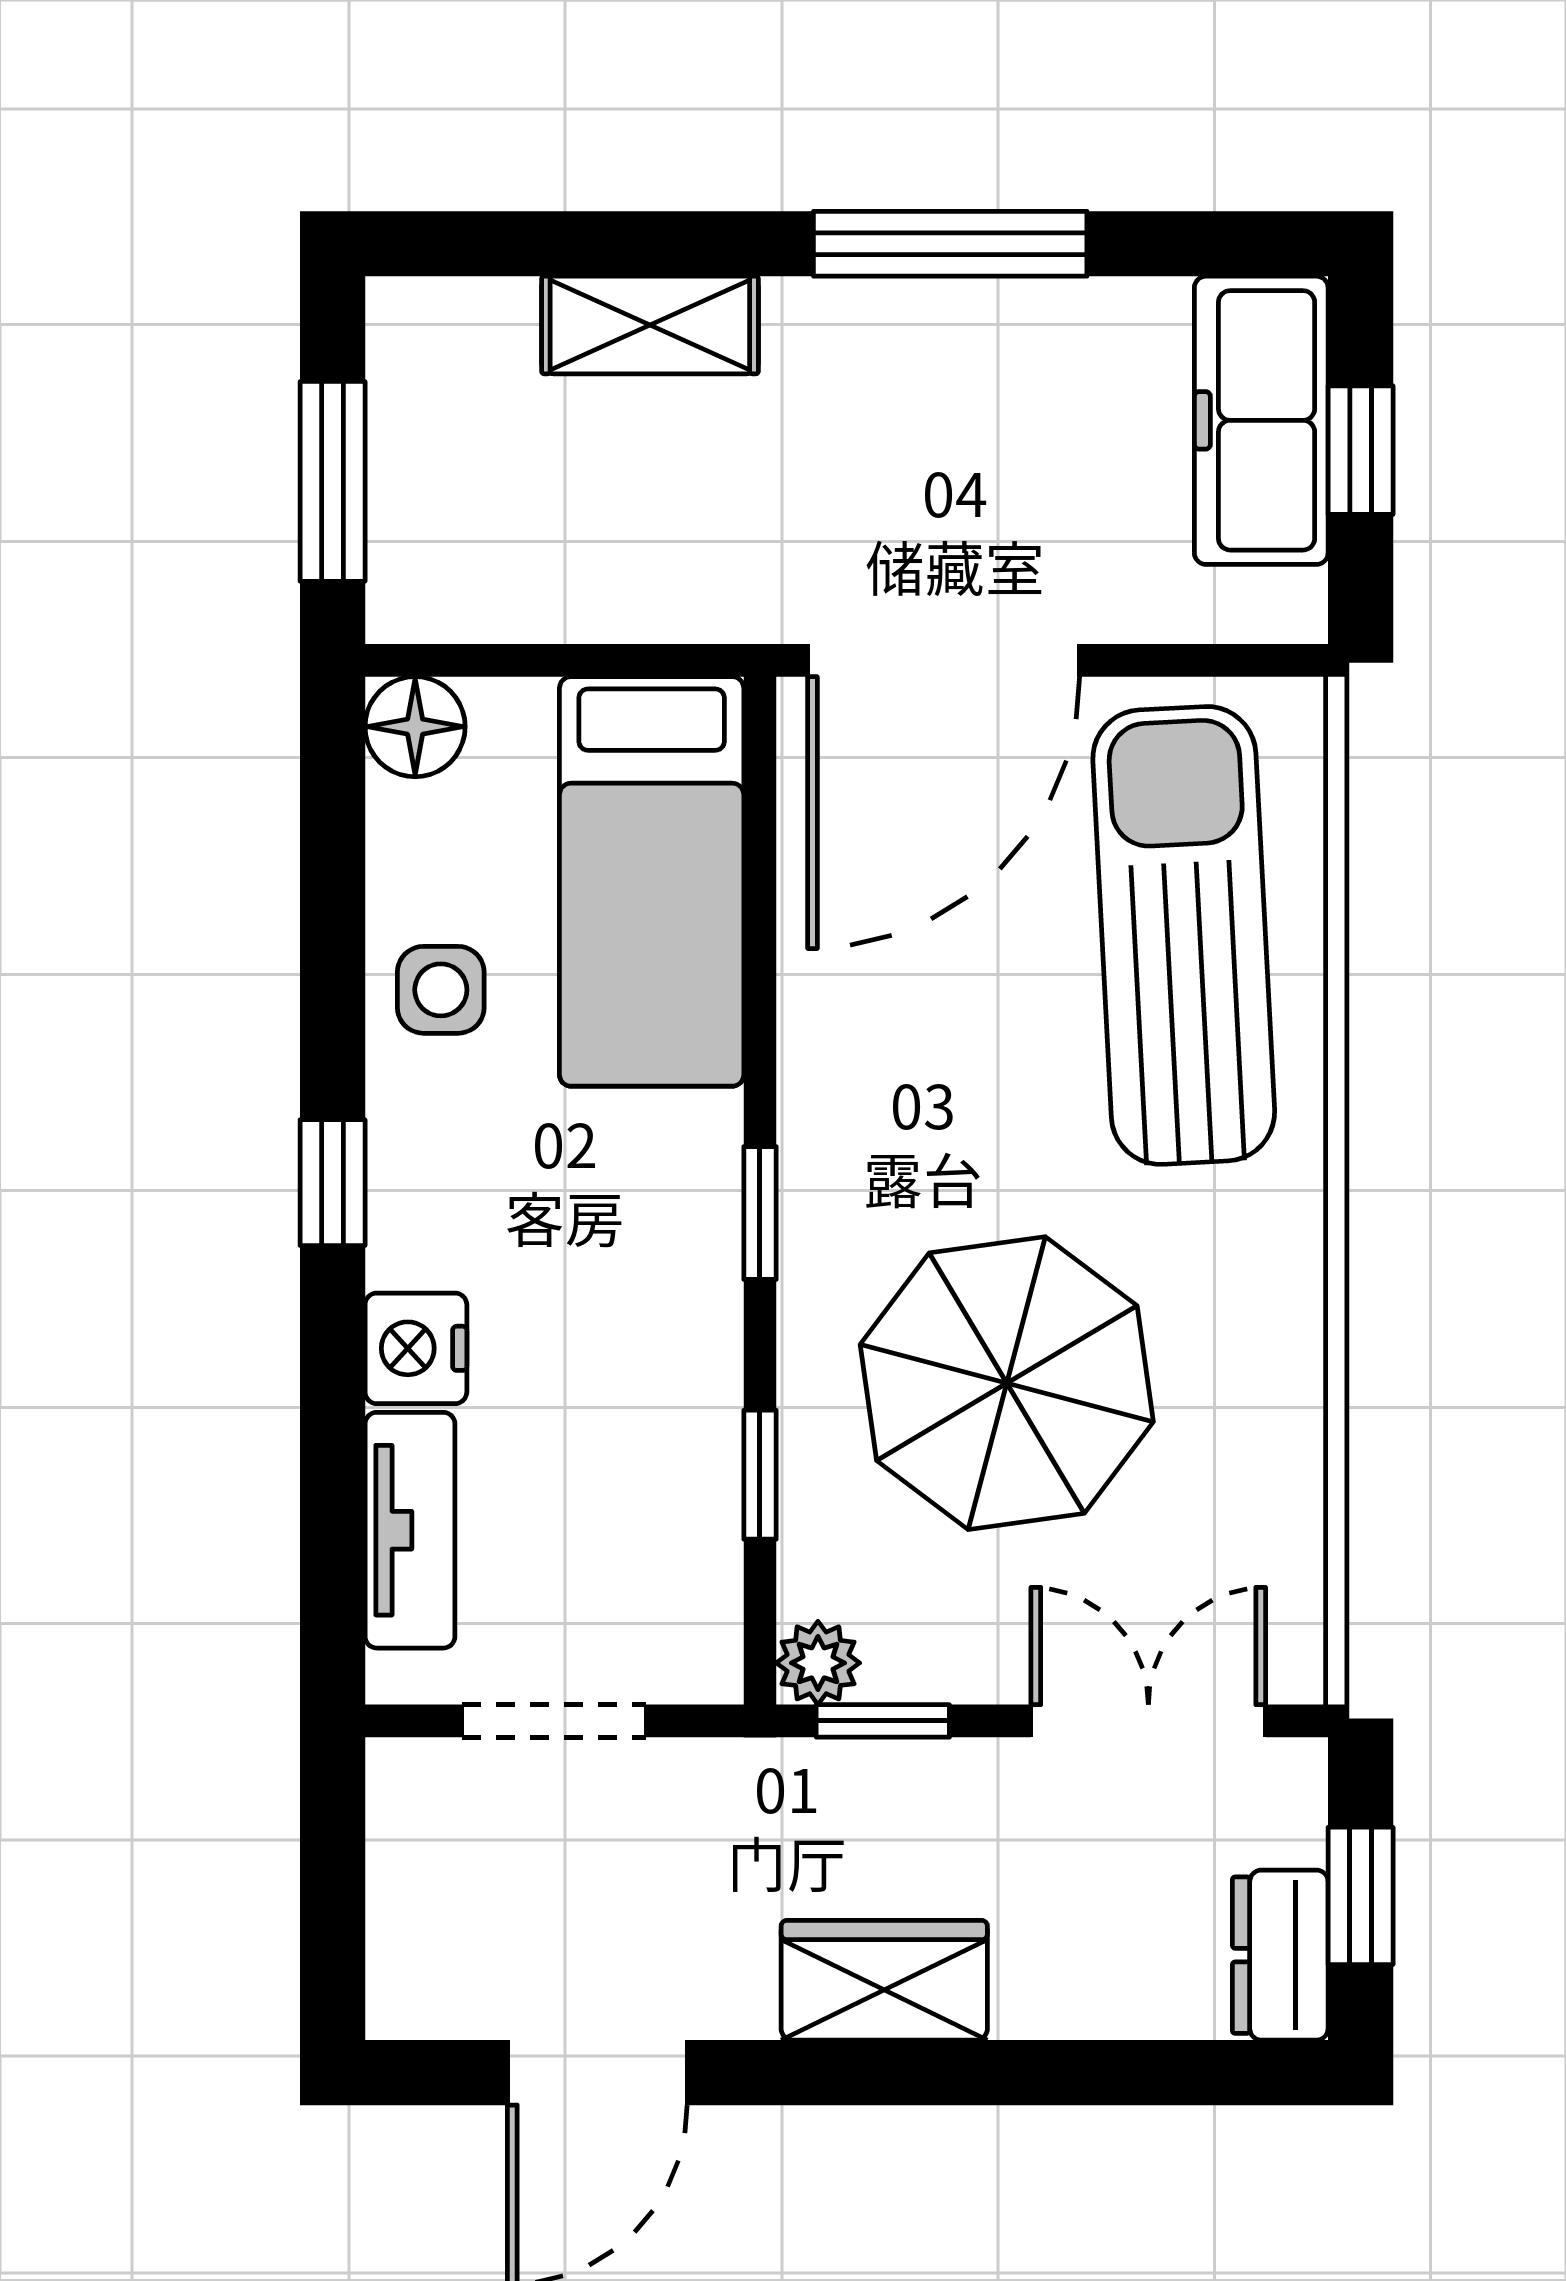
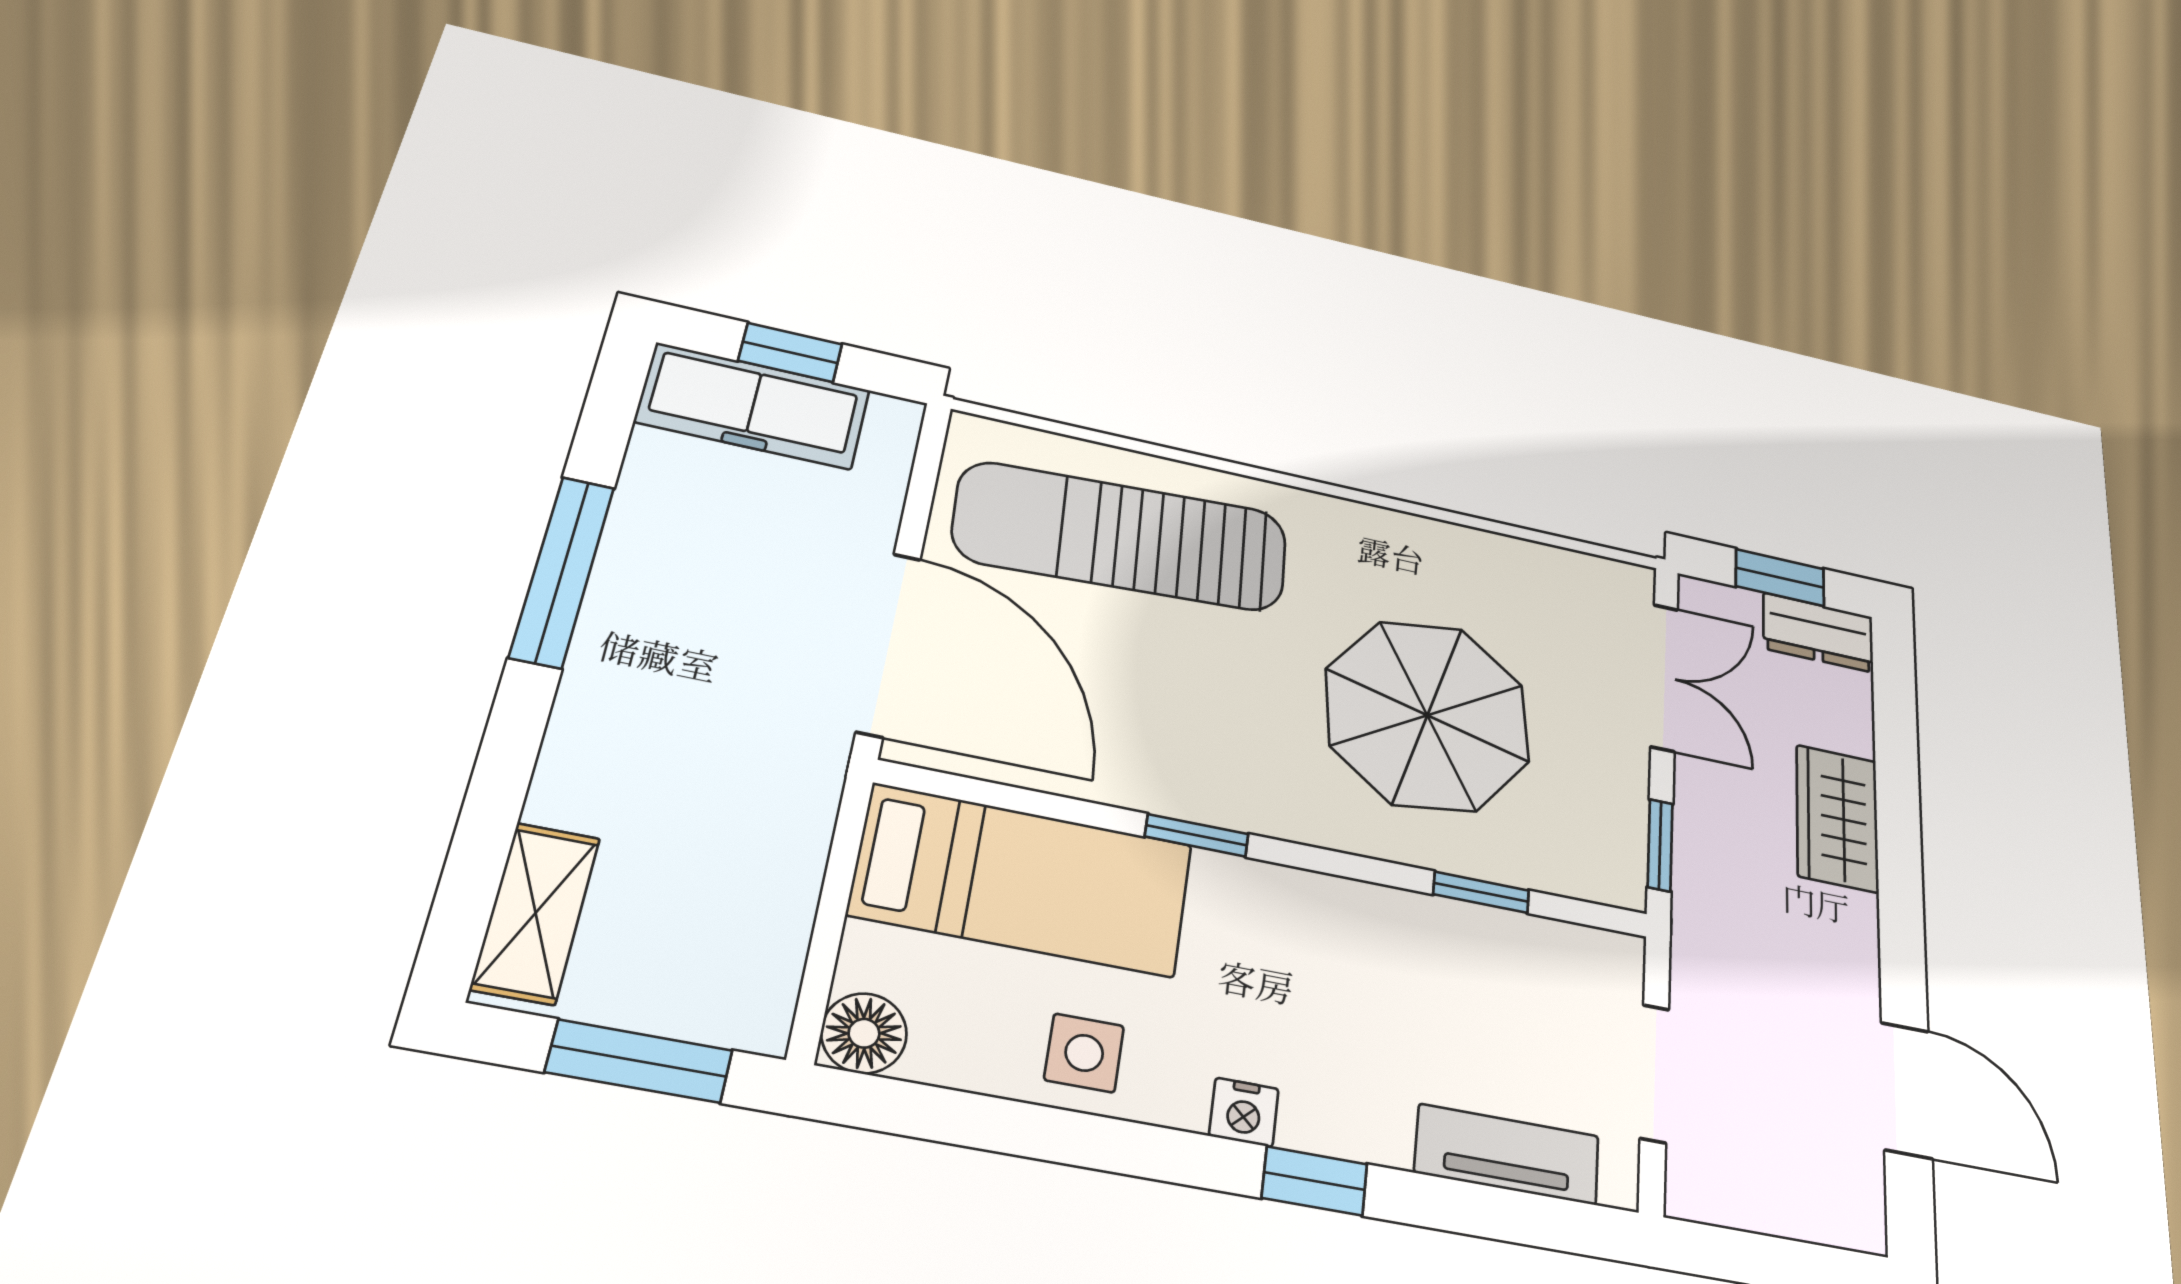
shelving: (650, 325) -> (536, 913), moved
window: (333, 1183) -> (1315, 1181), moved
window: (760, 1213) -> (1197, 835), moved
nightstand: (416, 1348) -> (1244, 1112), moved, width x0.72, depth x0.74
plant: (818, 1663) -> (1618, 880), removed
double door: (1148, 1721) -> (1664, 677), swing flipped
wardrobe: (884, 1980) -> (1837, 818), moved

